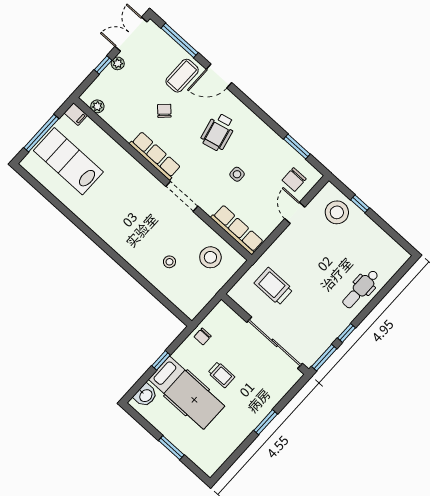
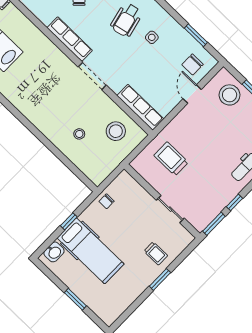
side table: (237, 174) -> (152, 37), moved
sliding door: (275, 343) -> (170, 209), width x0.54
trolley: (221, 375) -> (156, 253), moved

